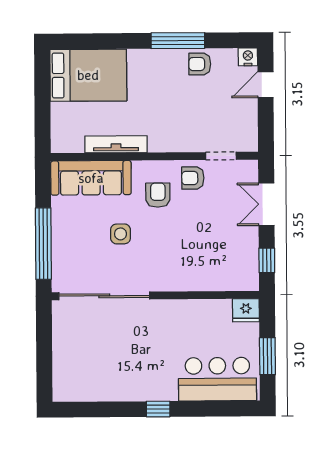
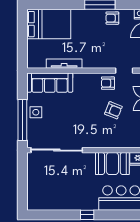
armchair: (158, 195) -> (113, 110), moved, turned 112
side table: (120, 234) -> (36, 112), moved
booth: (202, 319) -> (112, 163), added

